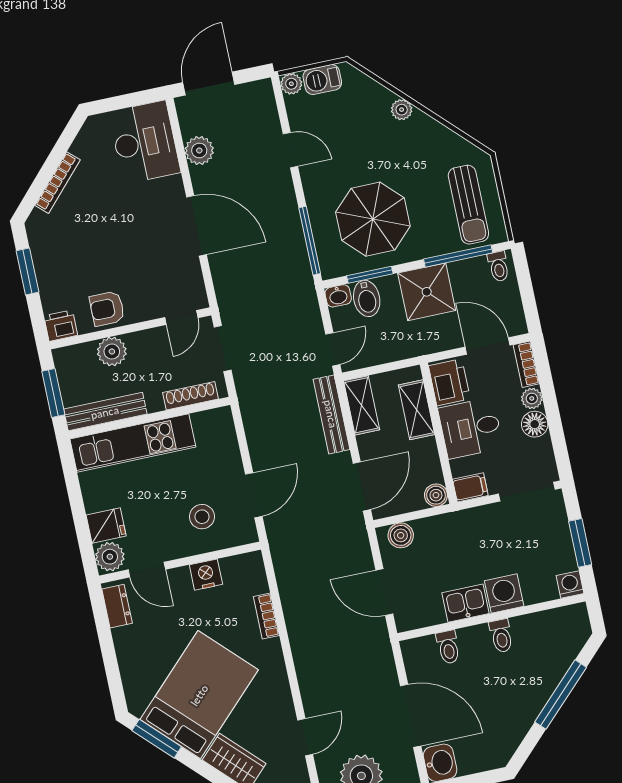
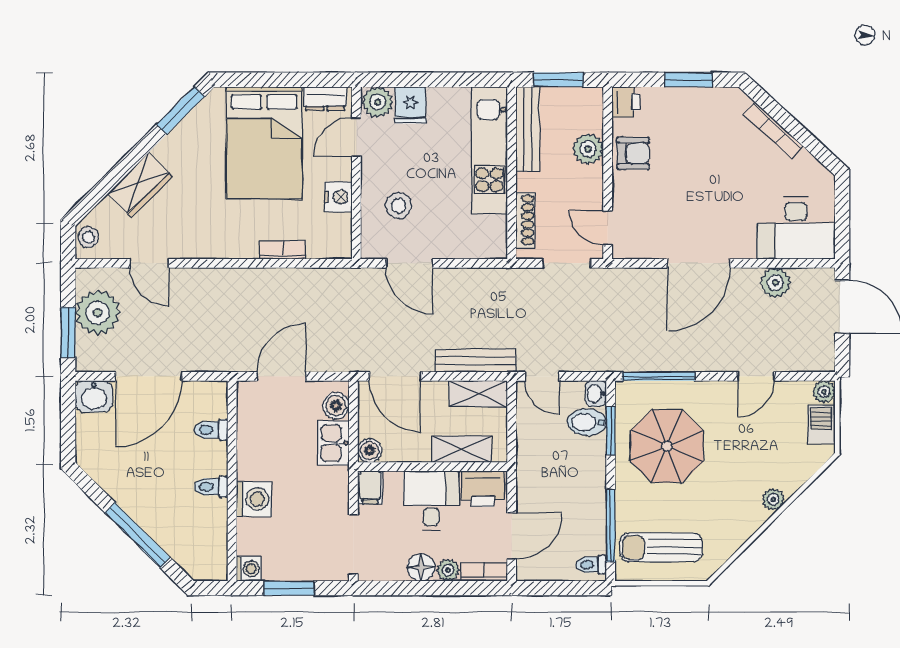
shower: (427, 292) -> (581, 485), removed
armchair: (107, 309) -> (633, 153), turned 90
kitchen sink: (465, 603) -> (333, 443), moved, turned 180
bed: (199, 695) -> (264, 143), moved, turned 45

